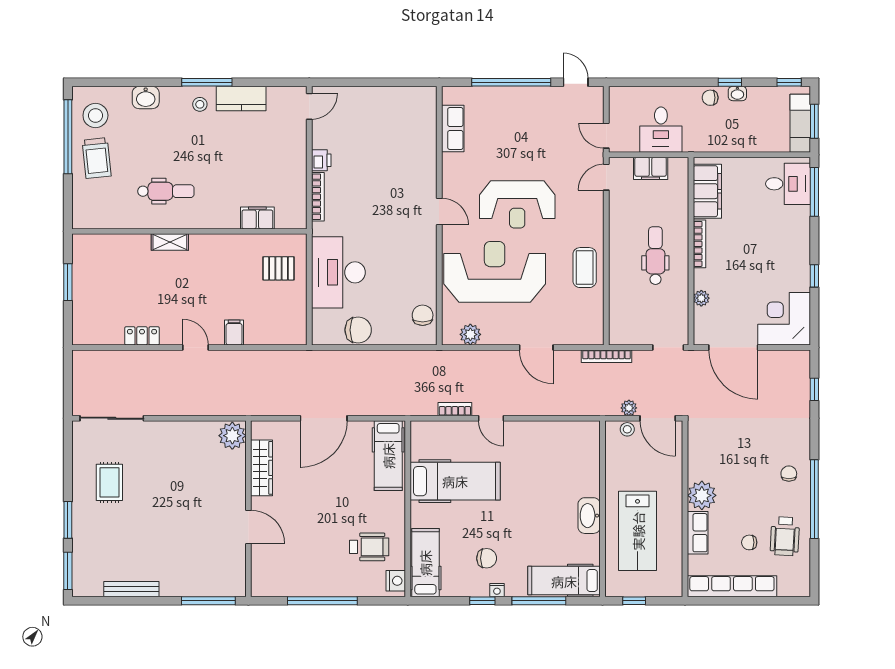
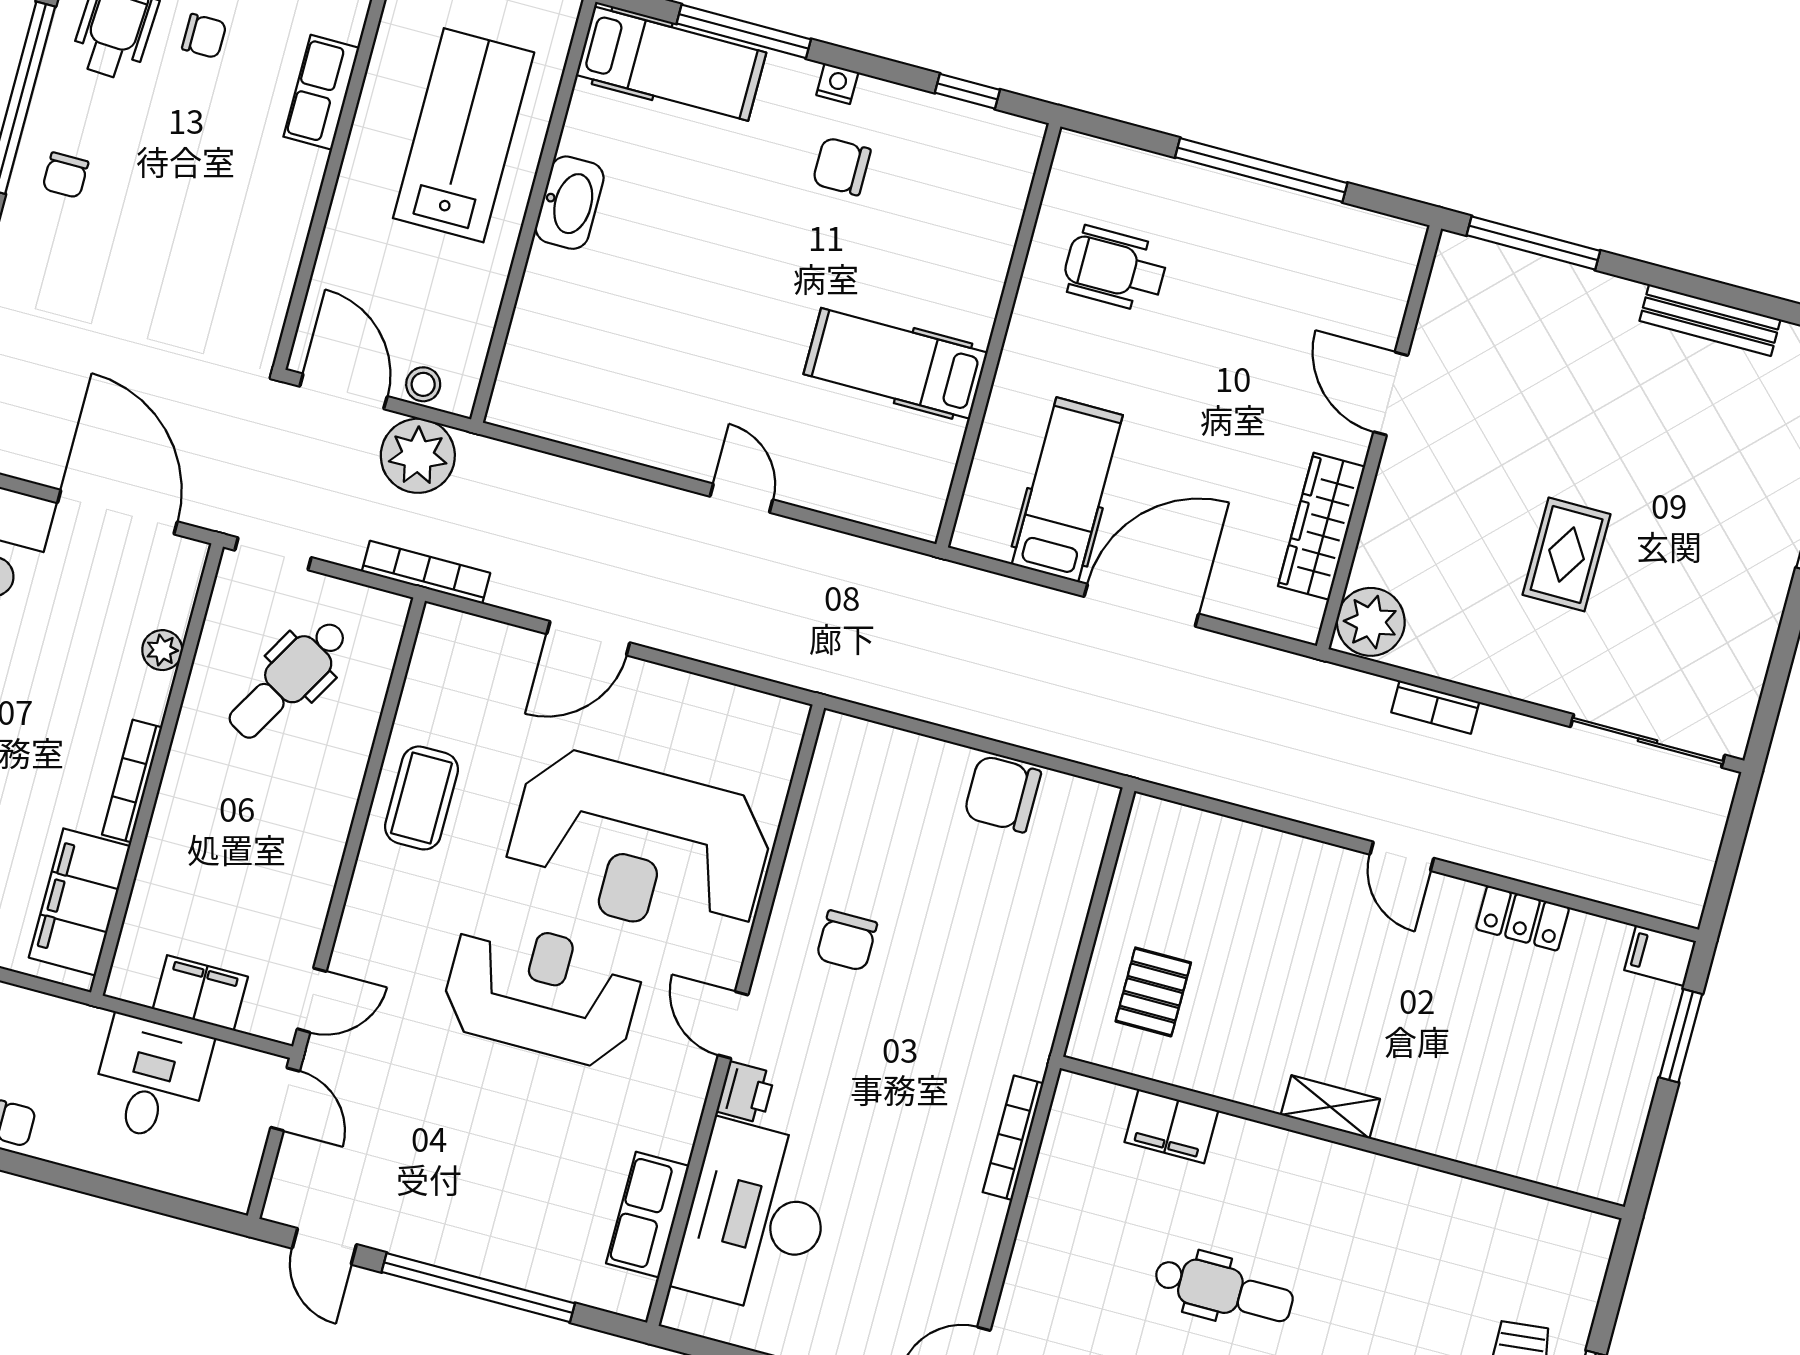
printer: (321, 160) -> (746, 1092), moved, turned 180
dental chair: (166, 191) -> (1224, 1290), moved, turned 180
shelving: (170, 242) -> (1330, 1107), moved
dental chair: (655, 256) -> (288, 679), moved, turned 30
pallet: (279, 268) -> (1153, 992), turned 90
desk: (338, 272) -> (756, 1218), moved, turned 180
window: (68, 282) -> (1681, 1036), moved
chair: (423, 315) -> (847, 941), moved
filing cabinet: (234, 332) -> (1660, 956), moved, turned 90
plant: (470, 334) -> (737, 711), removed
door: (536, 347) -> (588, 638), swing flipped
plant: (629, 408) -> (418, 456), width x1.88, depth x1.88
bookcase: (455, 409) -> (1435, 707), moved
hospital bed: (388, 456) -> (1067, 490), moved
hospital bed: (455, 481) -> (896, 363), width x0.73, depth x0.78
rug: (109, 482) -> (1567, 554), moved
plant: (702, 495) -> (287, 179), removed
hospital bed: (425, 563) -> (990, 195), removed
nightstand: (396, 581) -> (1073, 171), removed
window: (482, 601) -> (967, 91), moved

